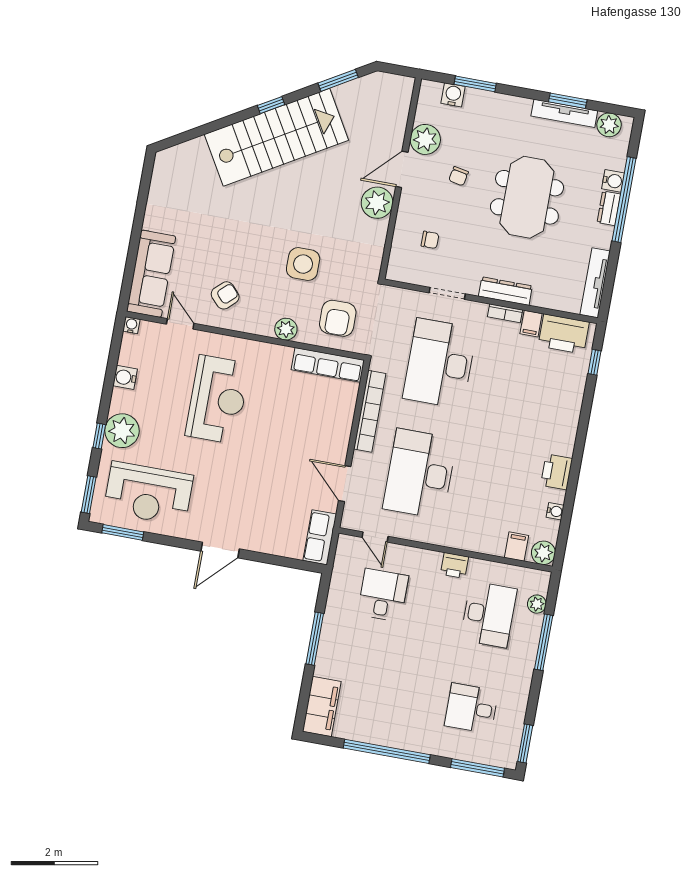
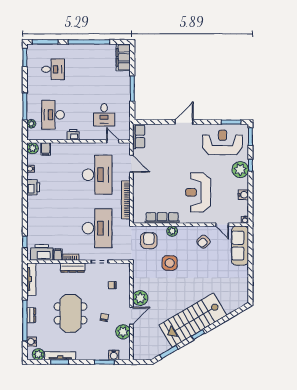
water cooler: (613, 181) -> (32, 342), moved
row of seats: (328, 365) -> (162, 218), moved

